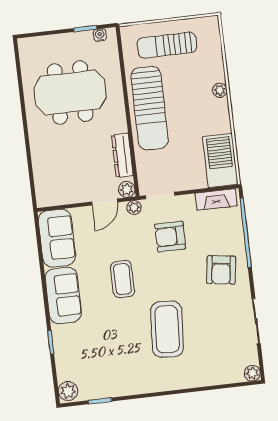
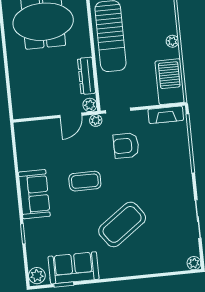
plant: (220, 90) -> (172, 41), moved
sofa: (57, 238) -> (74, 268), moved, turned -90
armchair: (221, 270) -> (169, 175), removed
coffee table: (122, 279) -> (85, 181), turned 90
coffee table: (167, 329) -> (122, 224), turned 50

